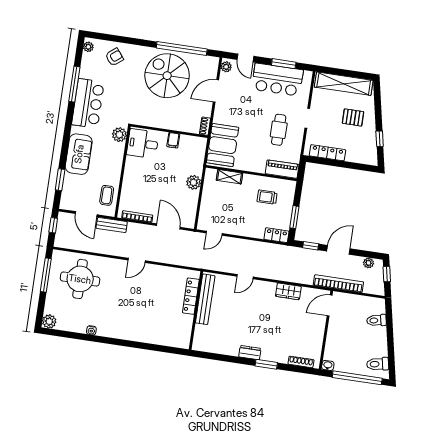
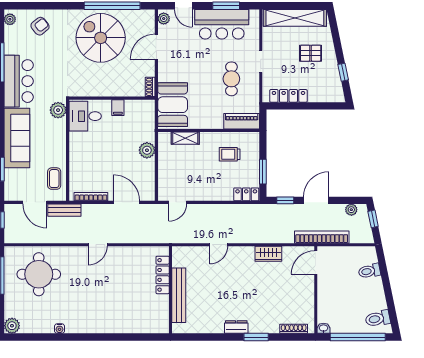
sofa: (79, 154) -> (17, 138), width x1.36
bench: (205, 299) -> (179, 295), moved

